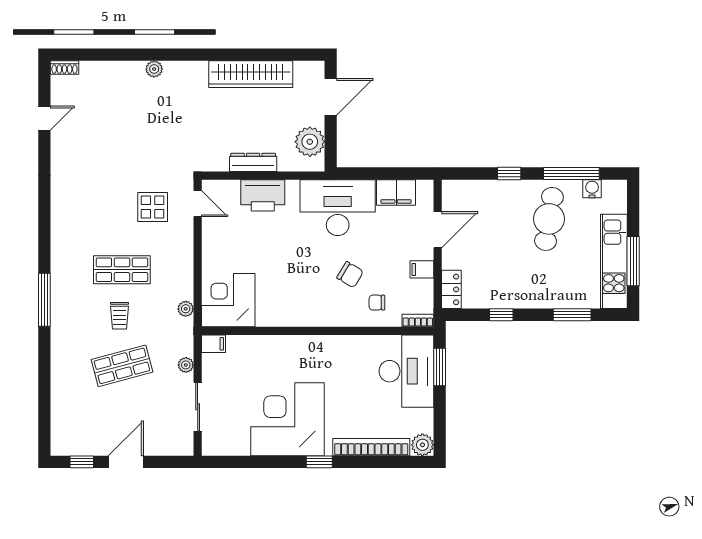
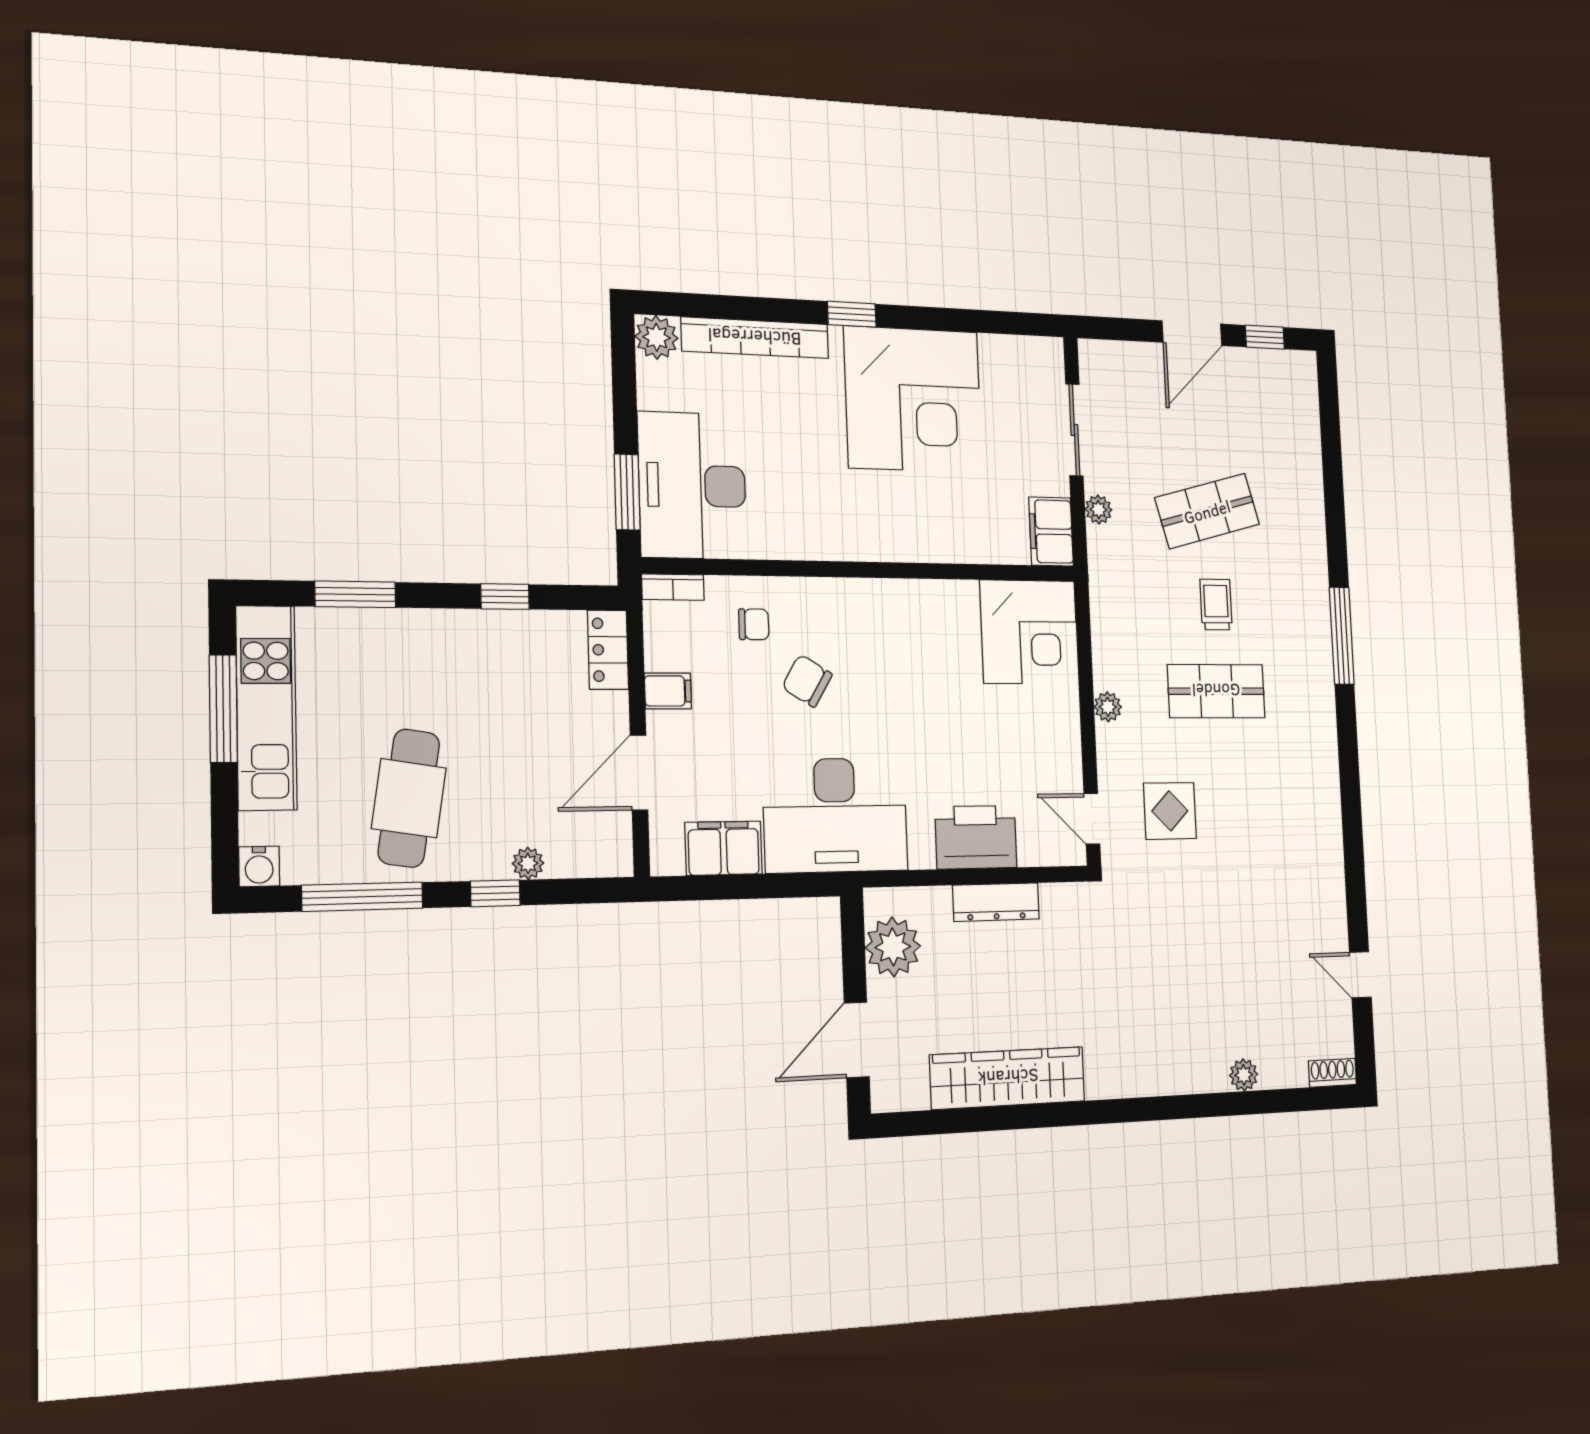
plant: (154, 69) -> (1244, 1075), moved
door: (44, 118) -> (1360, 975), hinge flipped
plant: (493, 187) -> (528, 863), added
water cooler: (592, 189) -> (259, 866), moved
plant: (186, 309) -> (1108, 707), moved
filing cabinet: (213, 344) -> (1051, 532), width x2.00

